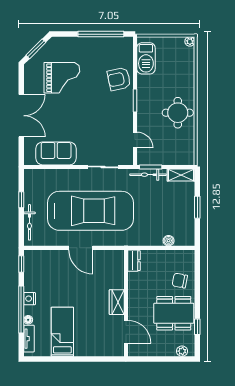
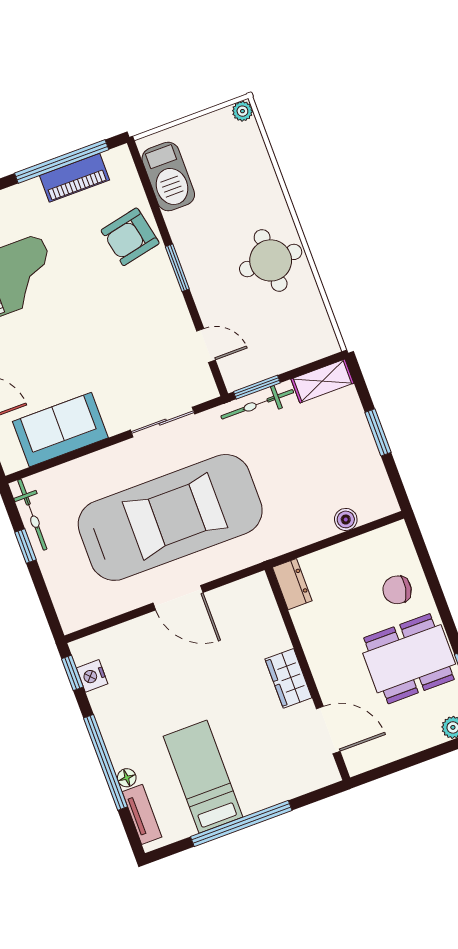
piano: (104, 43) -> (75, 178), added
bicycle: (29, 222) -> (32, 515), moved
nightstand: (30, 299) -> (92, 676), moved
window: (72, 359) -> (241, 823), added

